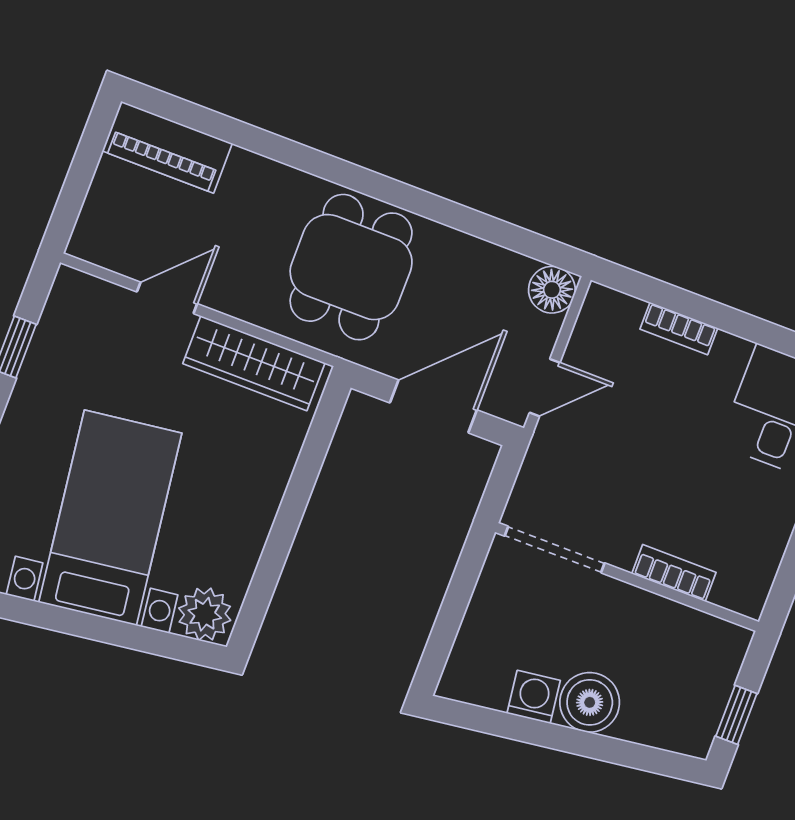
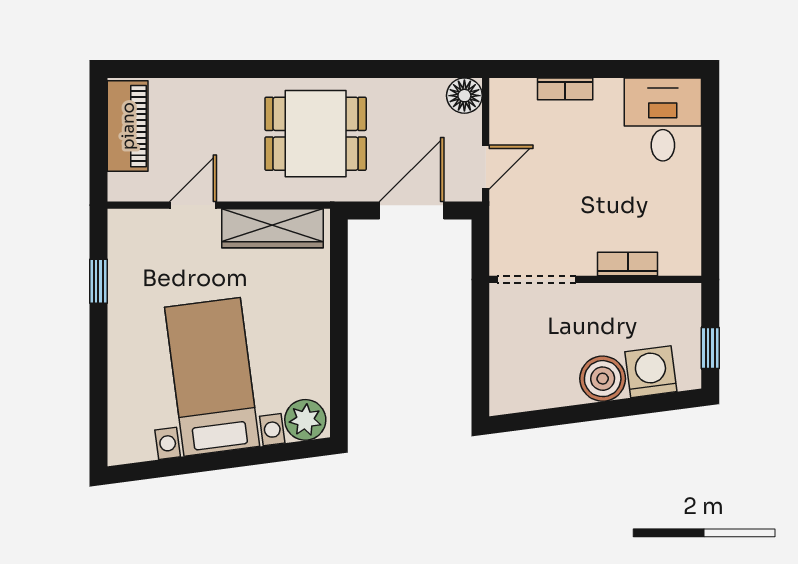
piano: (167, 147) -> (128, 126), moved, turned -90
dining table: (351, 267) -> (316, 134), turned 90
washing machine: (534, 697) -> (651, 372), moved, width x1.38, depth x1.38

